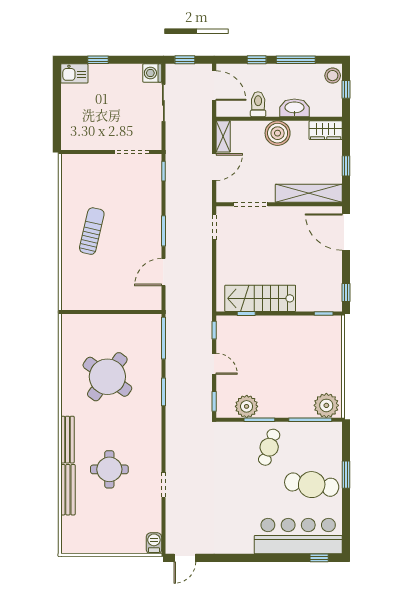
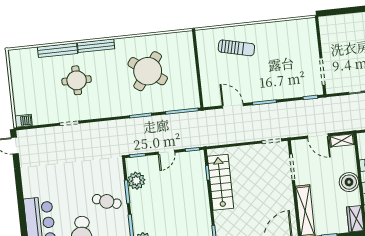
sun lounger: (92, 231) -> (236, 48), moved

